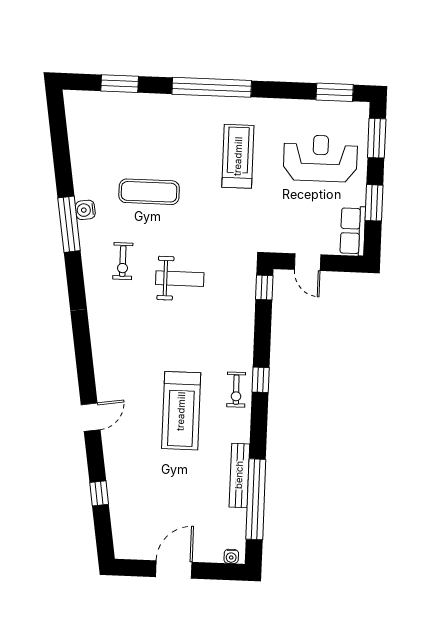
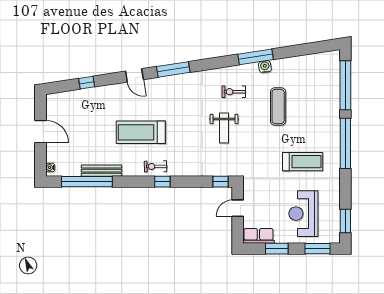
window: (120, 84) -> (345, 85), width x2.11
reception desk: (320, 158) -> (303, 214), turned 180
window: (84, 355) -> (173, 69), added

